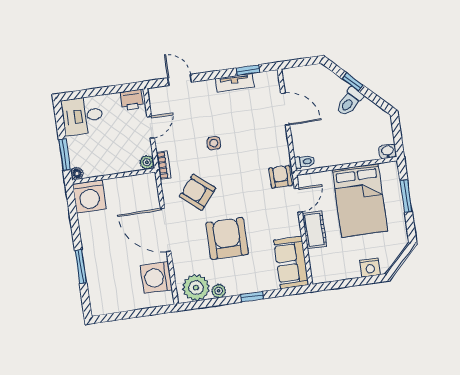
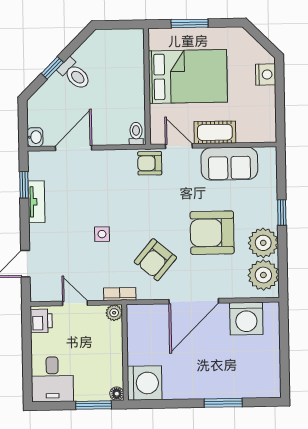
washbasin: (388, 151) -> (35, 137), moved, turned 180
sofa: (291, 263) -> (229, 164), moved
plant: (219, 291) -> (263, 243), width x1.87, depth x1.87

